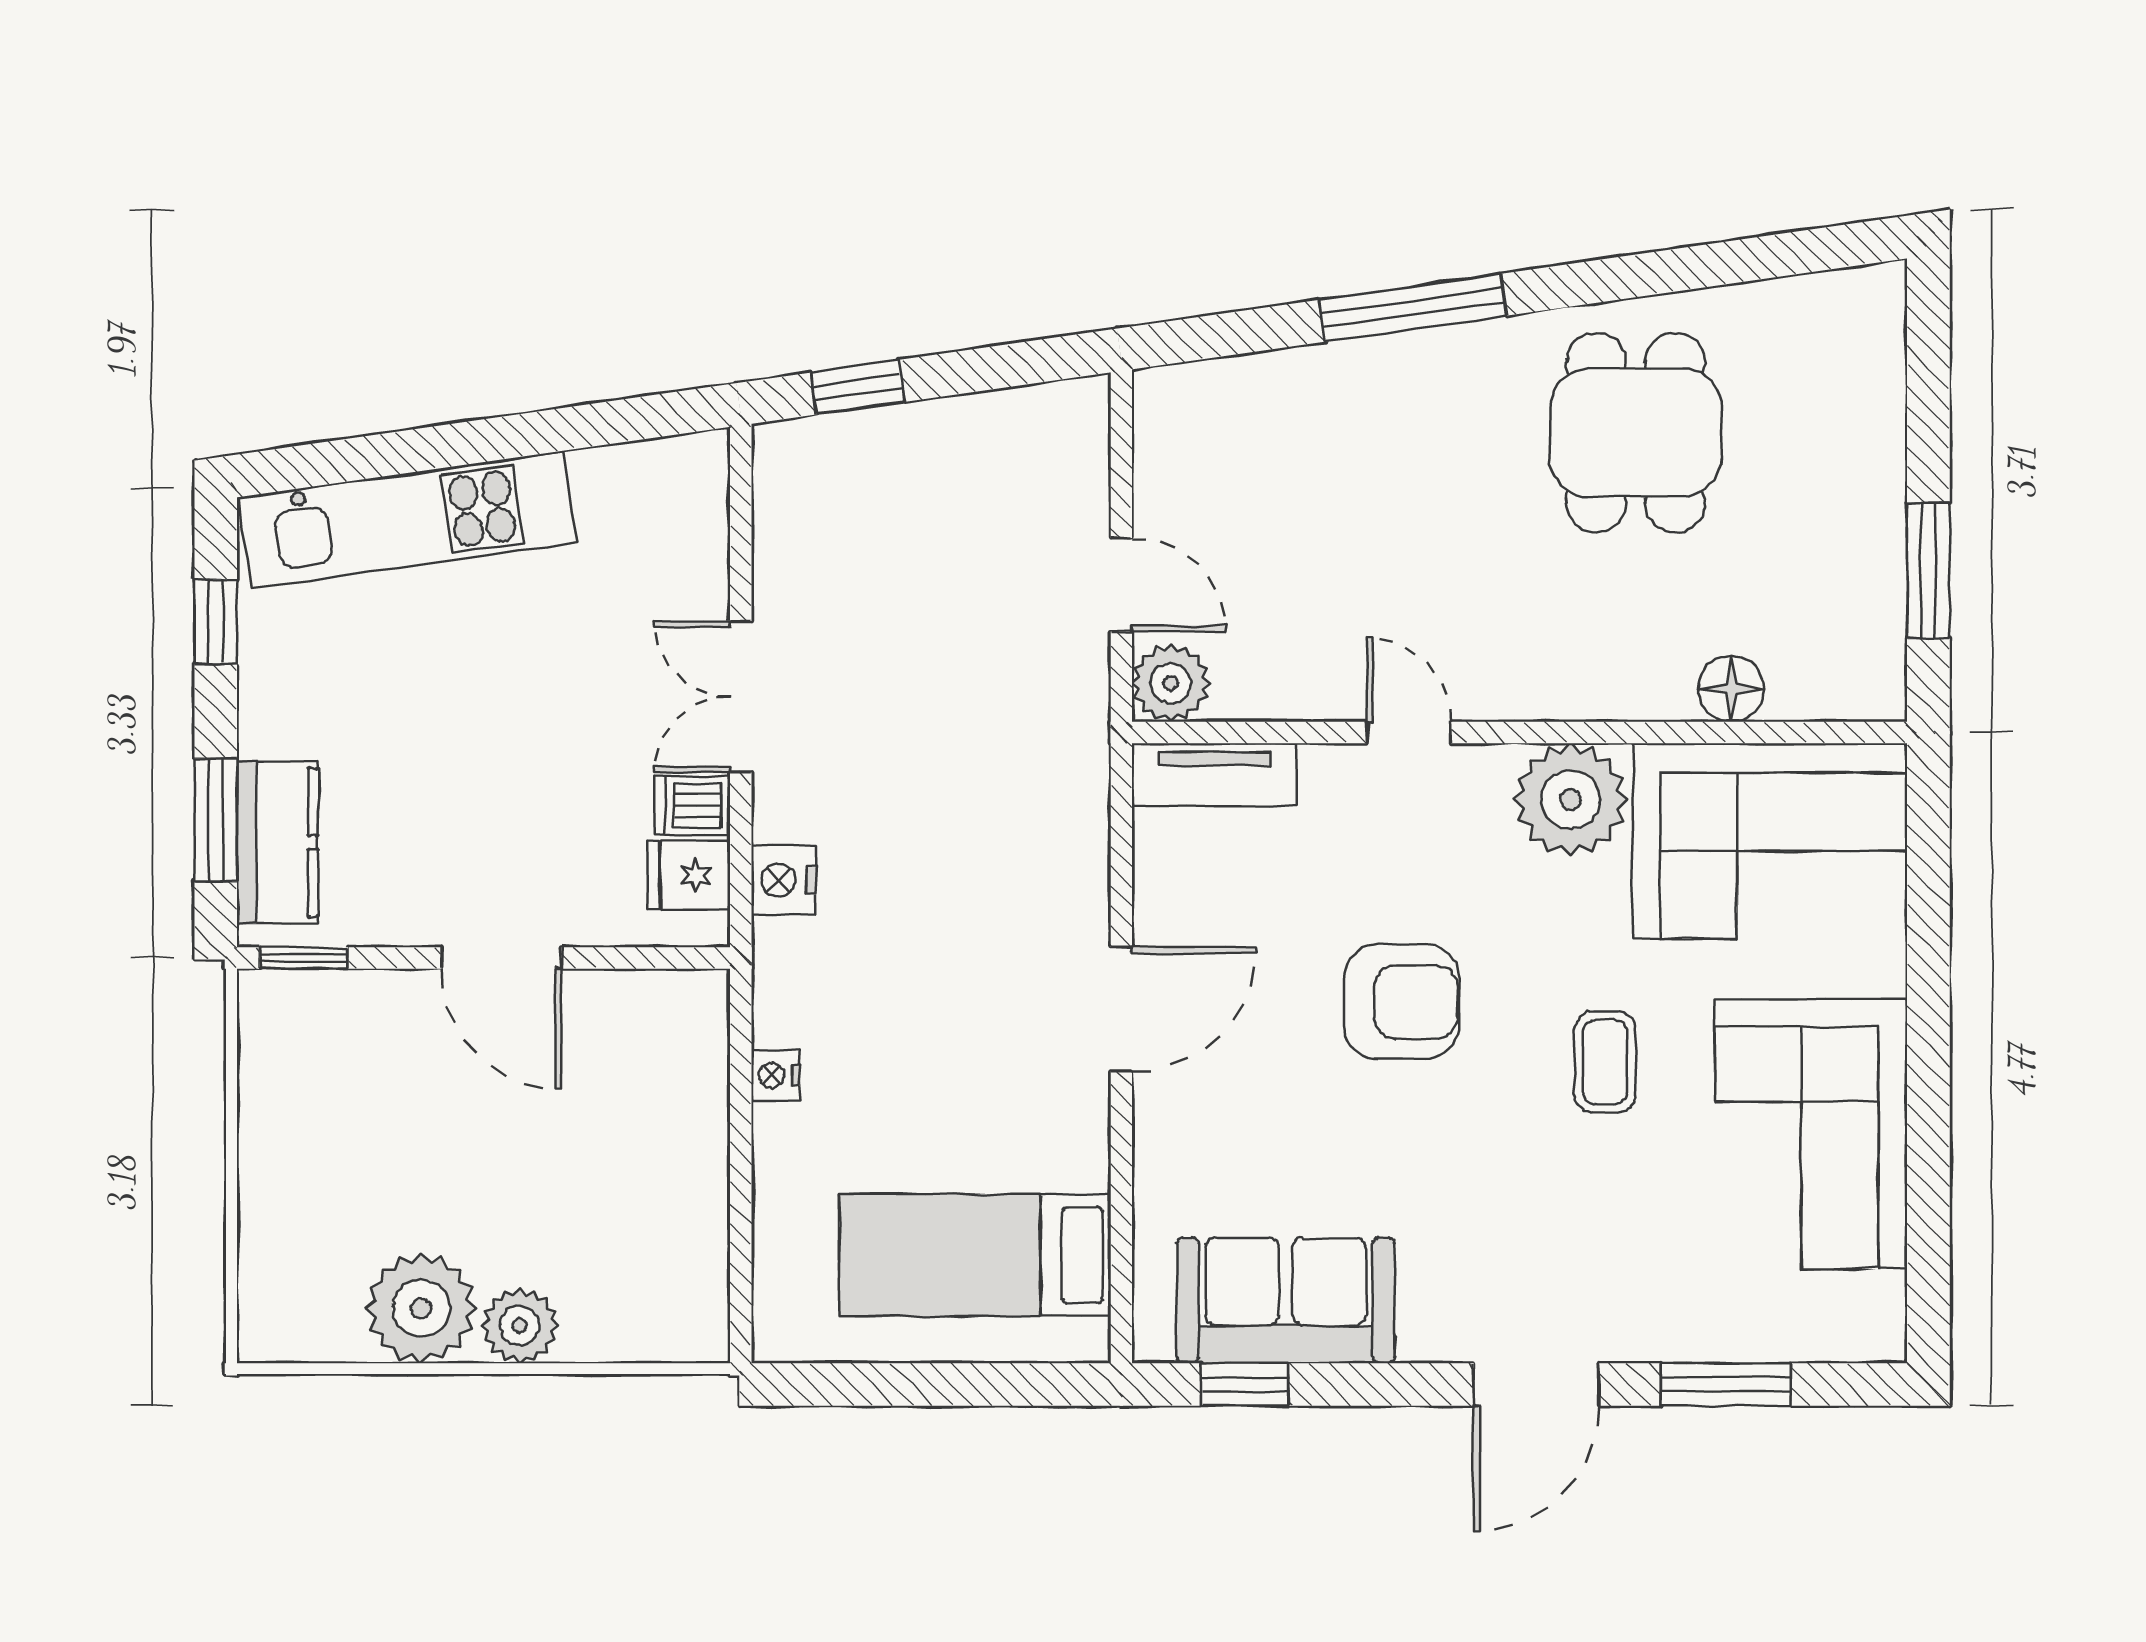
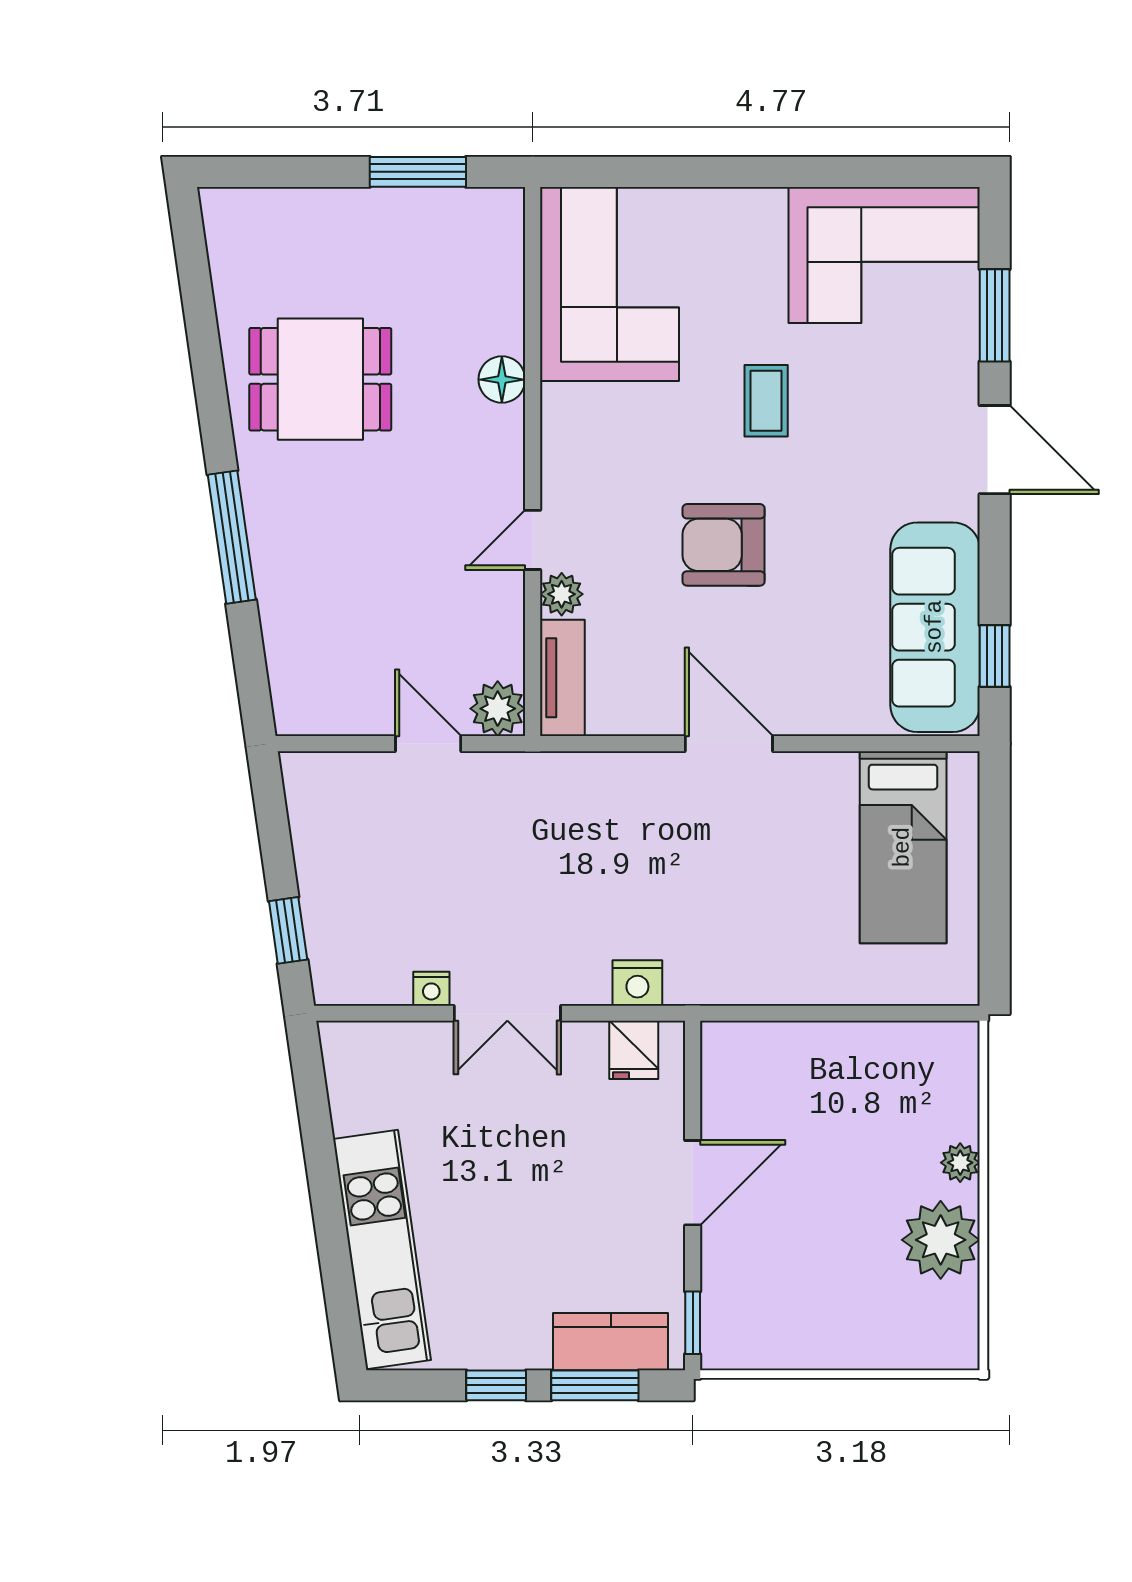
door: (1121, 585) -> (428, 744), hinge flipped
window: (216, 622) -> (496, 1385), moved
floor lamp: (1731, 689) -> (502, 380), moved
plant: (1571, 800) -> (562, 594), moved, width x0.53, depth x0.53
dishwasher: (692, 805) -> (584, 1048), removed
armchair: (1402, 1002) -> (724, 545), turned -90
coffee table: (1605, 1062) -> (766, 401), turned 90
nightstand: (775, 1075) -> (431, 989), moved
corner sofa: (1811, 1134) -> (884, 255), moved
sofa: (1286, 1300) -> (935, 627), width x1.36
plant: (520, 1325) -> (960, 1163), width x0.73, depth x0.73

